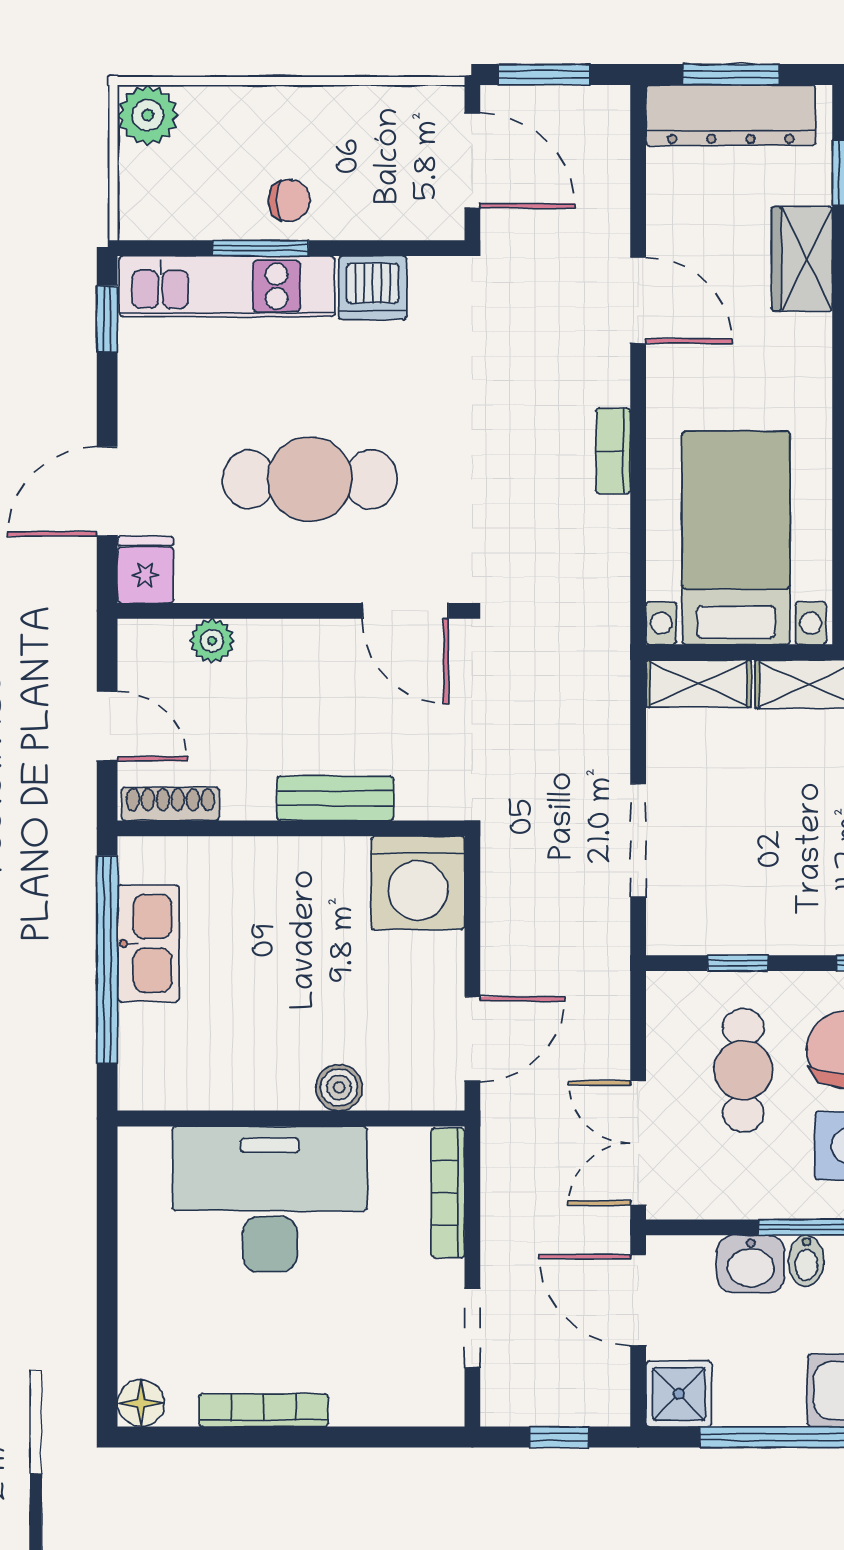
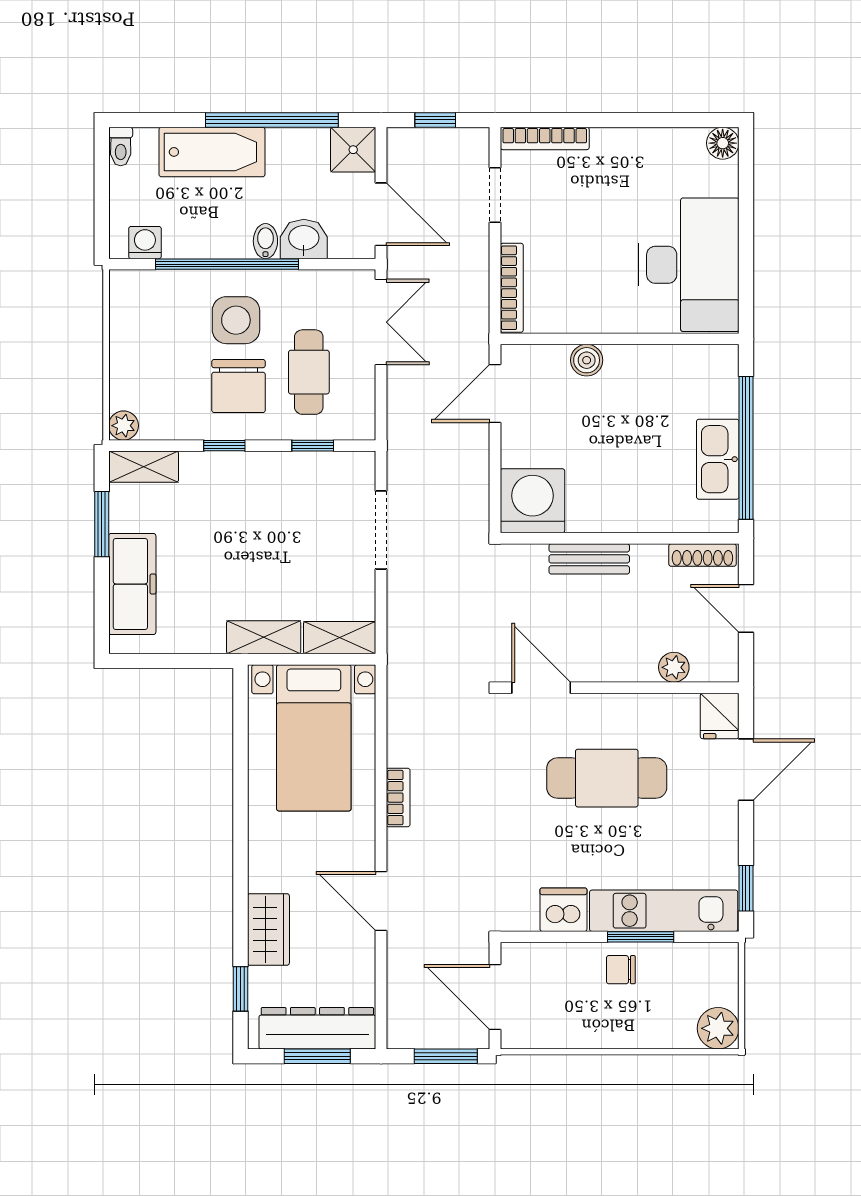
desk: (270, 1199) -> (689, 265), moved, turned -90
bookcase: (264, 1410) -> (545, 138), moved

